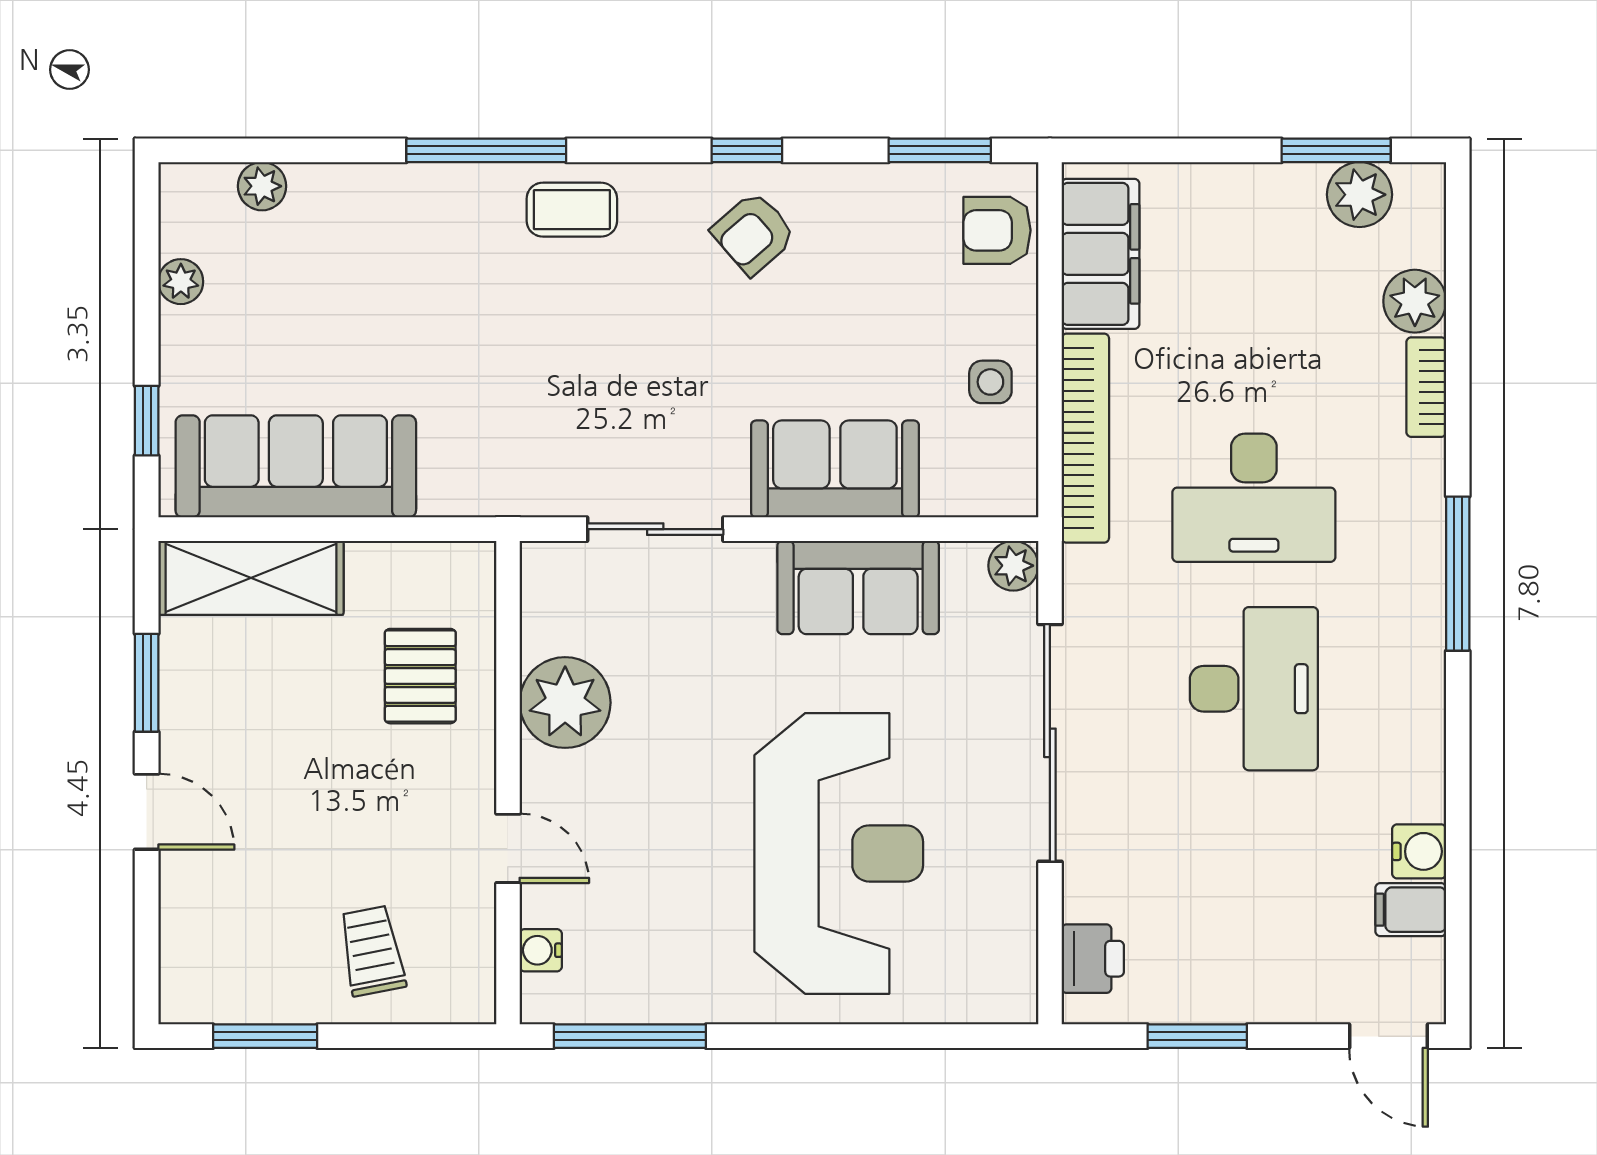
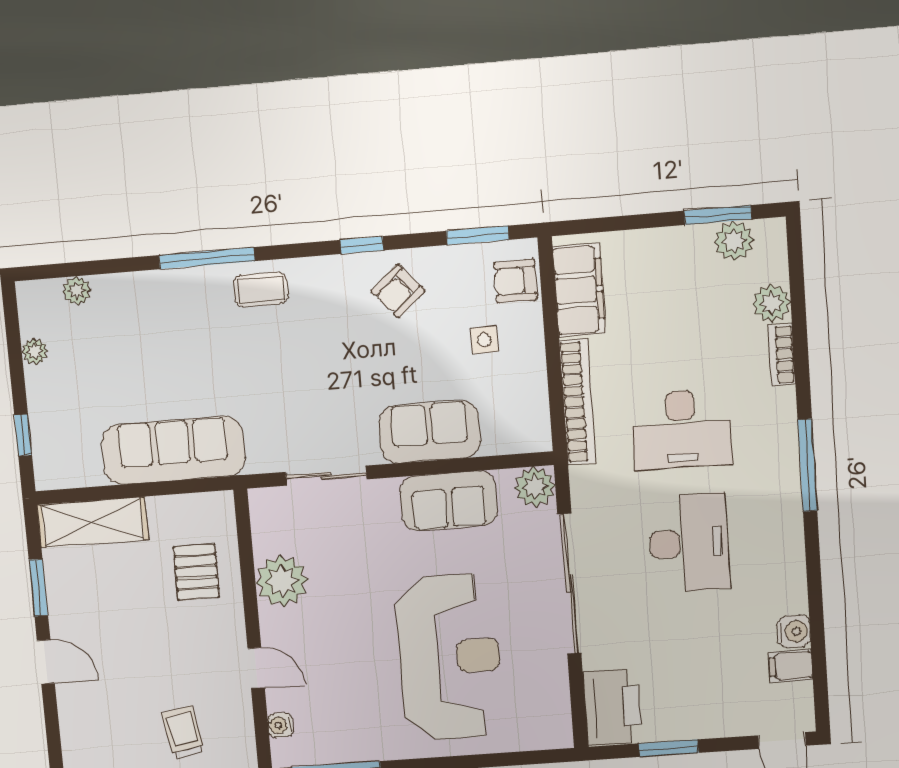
armchair: (754, 233) -> (398, 291), moved
side table: (990, 382) -> (484, 340), moved
sofa: (296, 466) -> (173, 450), moved
plant: (1013, 566) -> (535, 487), width x1.38, depth x1.38
printer: (1093, 959) -> (612, 707), width x1.87, depth x1.48

